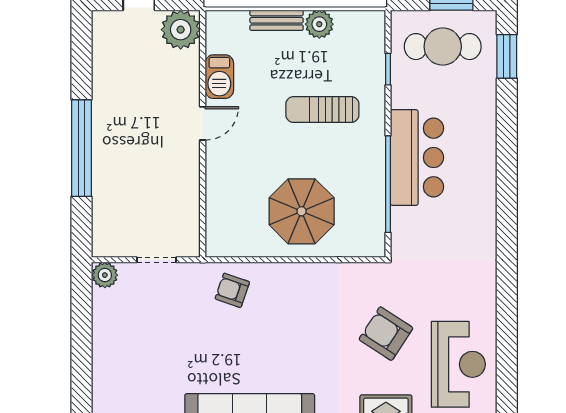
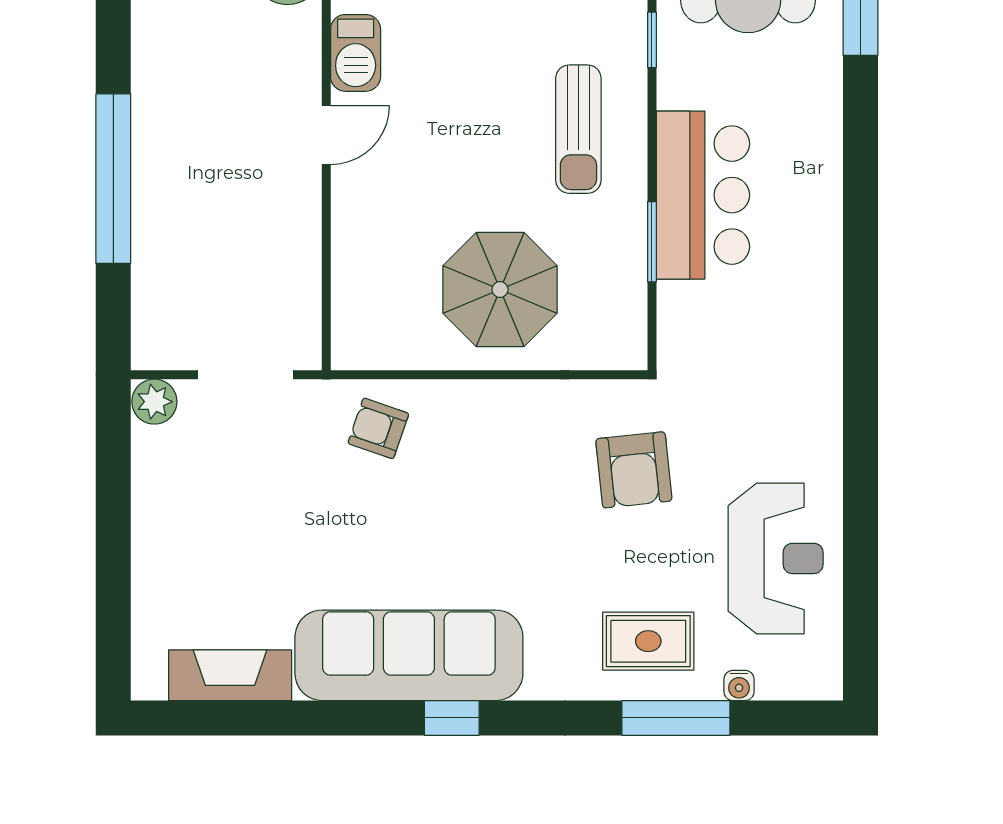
sun lounger: (322, 110) -> (578, 129), moved, turned -90
window: (388, 184) -> (652, 242), width x0.47
doorway: (157, 260) -> (245, 375), width x1.38
armchair: (386, 334) -> (634, 470), moved, turned -129

